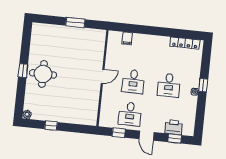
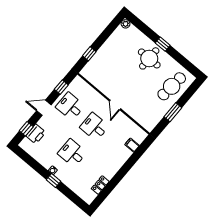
cafe table: (54, 39) -> (172, 86), added
locker: (185, 43) -> (100, 185), width x0.66
window: (51, 126) -> (89, 54), moved

